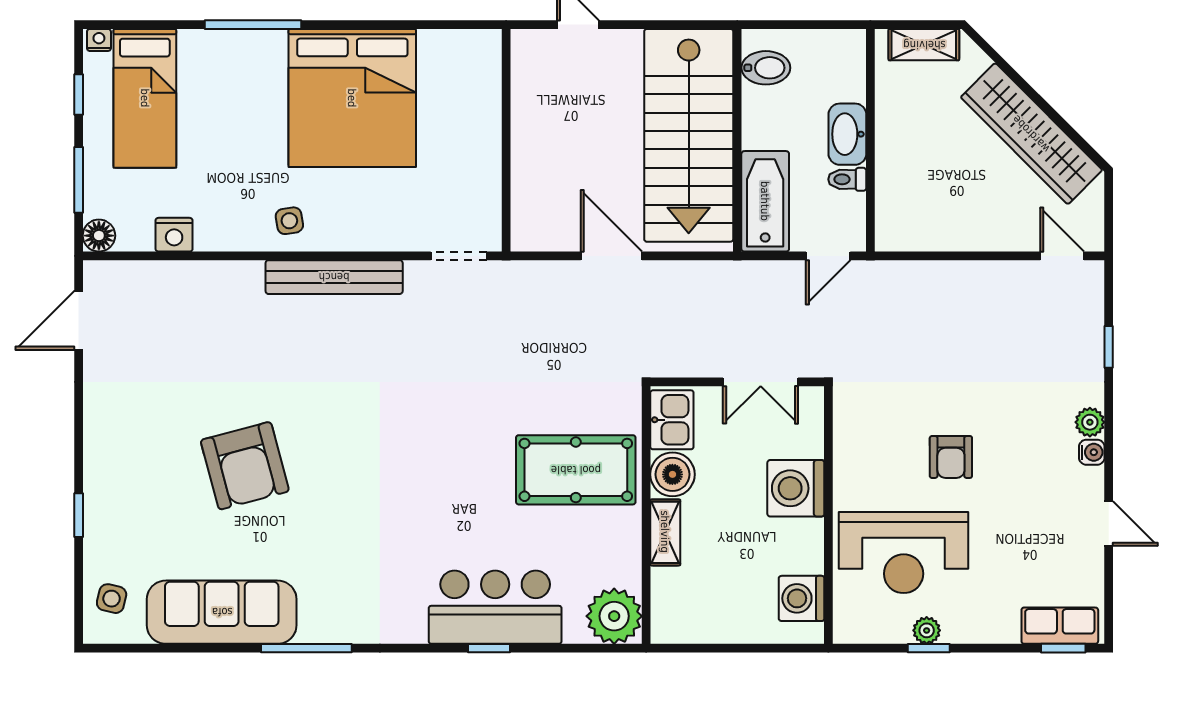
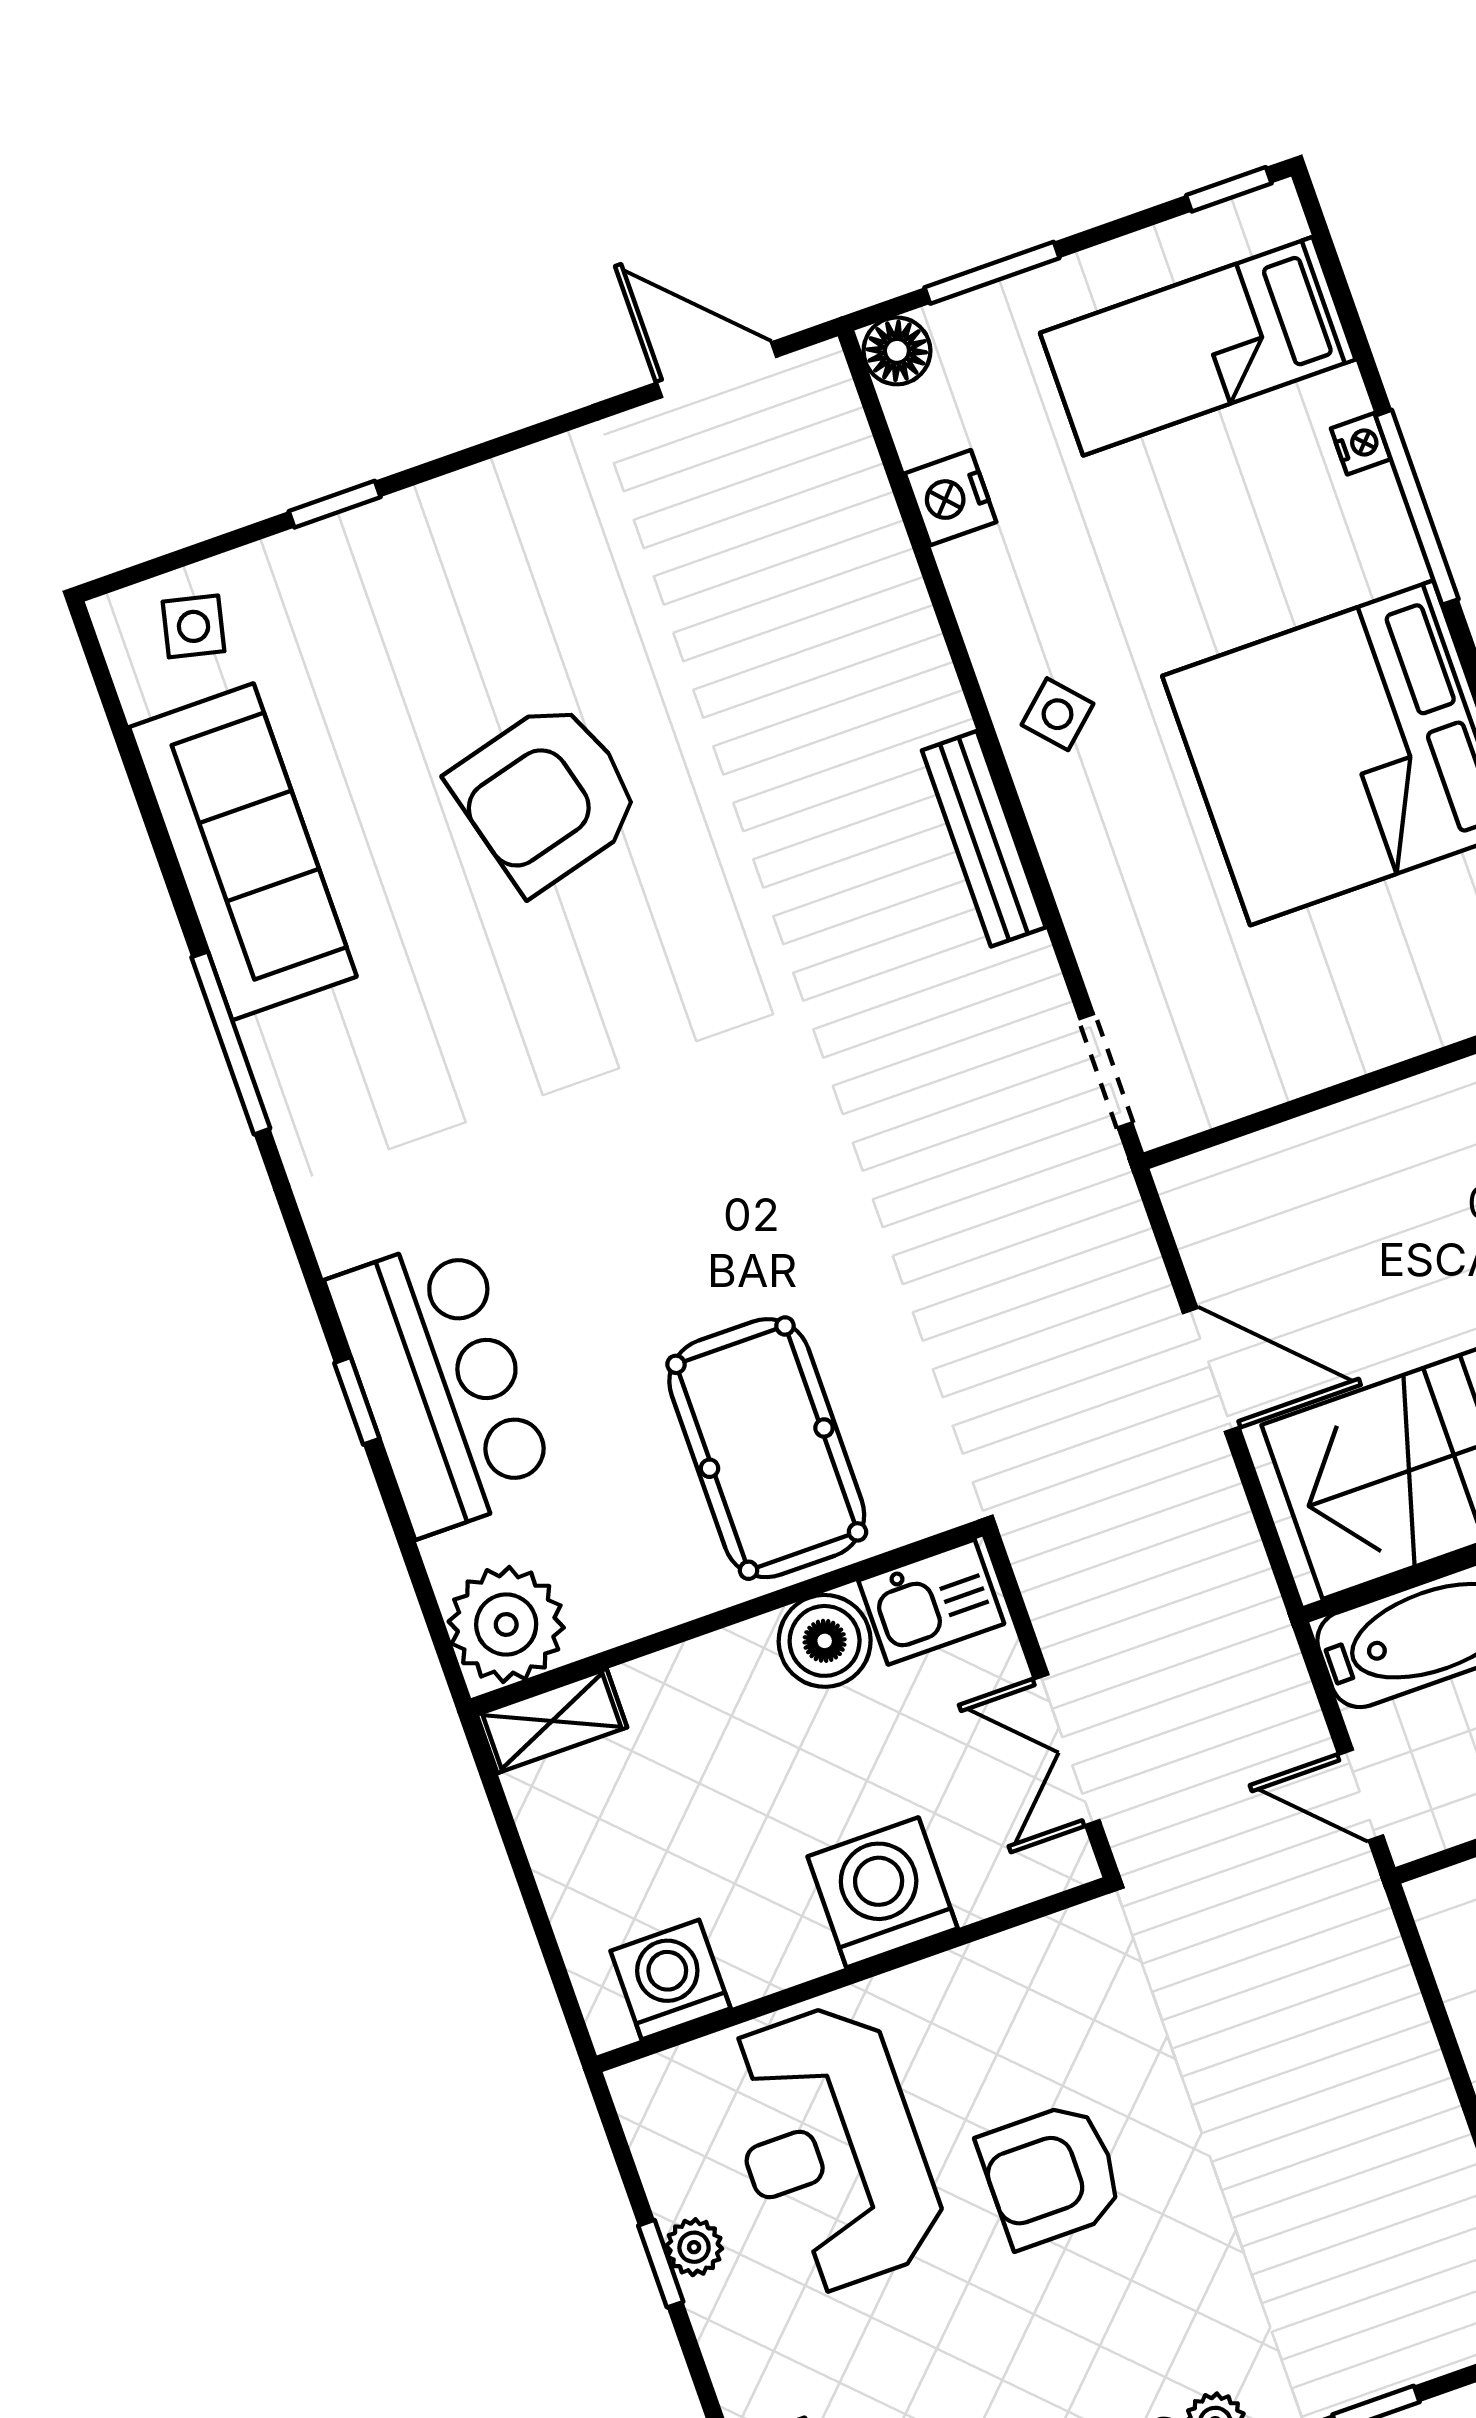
nightstand: (99, 40) -> (1361, 444), moved
window: (79, 95) -> (1229, 189), moved
side table: (289, 221) -> (1058, 714), turned -33
door: (611, 256) -> (1211, 1370), hinge flipped
bench: (334, 277) -> (984, 839), width x0.73, depth x0.82
armchair: (951, 457) -> (1051, 2175), width x1.38, depth x1.38
shelving: (665, 532) -> (552, 1721), moved

